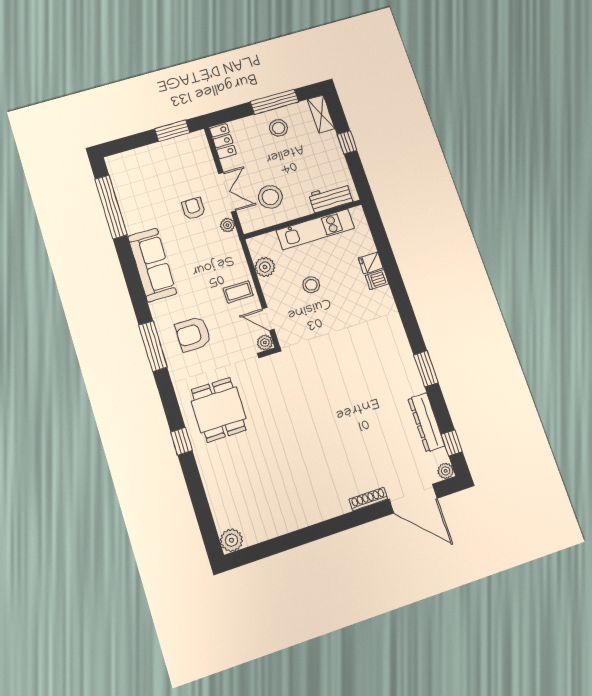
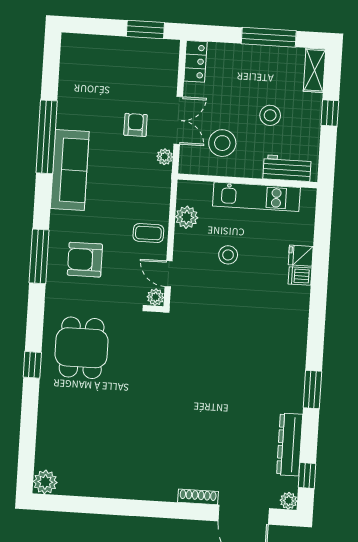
stool: (279, 128) -> (270, 115), moved
window: (111, 207) -> (47, 137), moved

